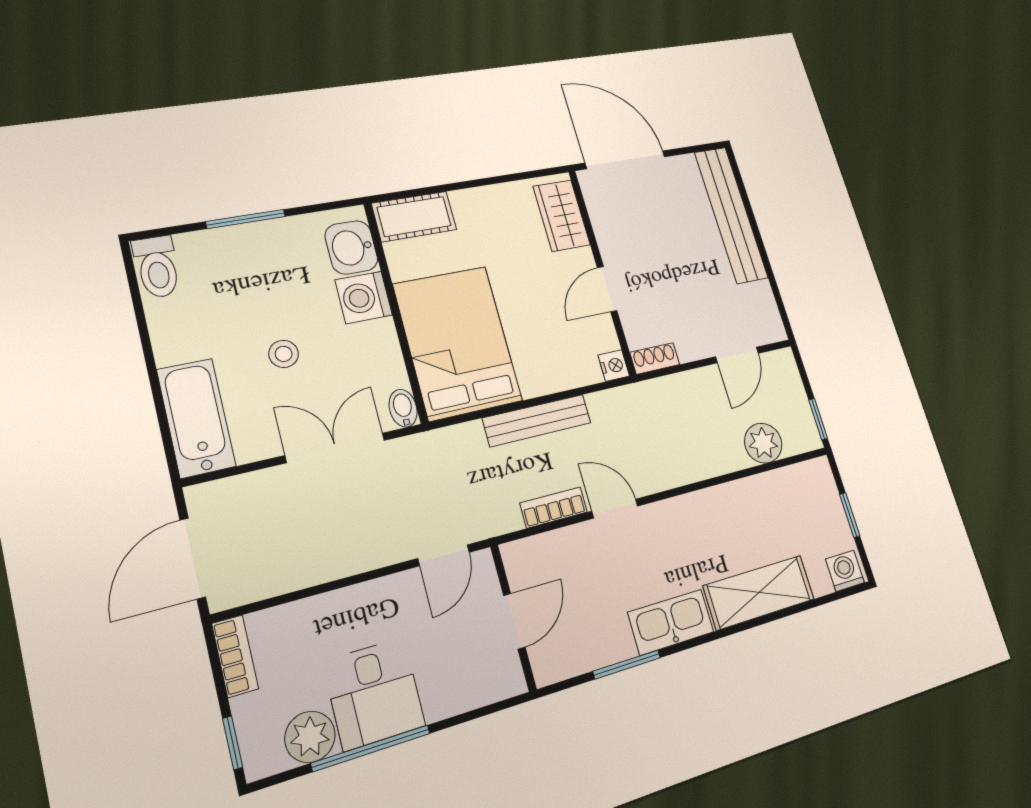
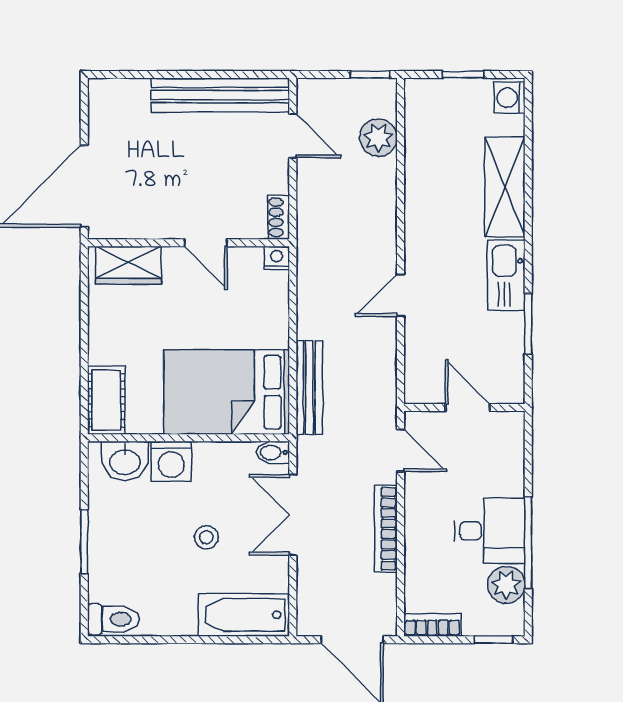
bench: (731, 215) -> (220, 95), moved
bench: (537, 420) -> (309, 388), moved
bookcase: (554, 507) -> (386, 529), moved, width x1.56

